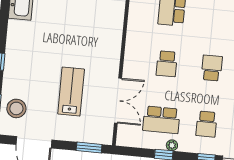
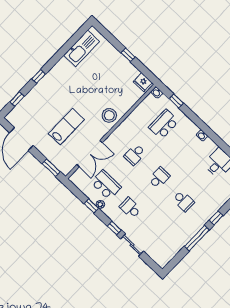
stool: (16, 108) -> (109, 115), moved
school desk: (161, 120) -> (106, 185), turned 180
school desk: (206, 124) -> (130, 208), turned 90

